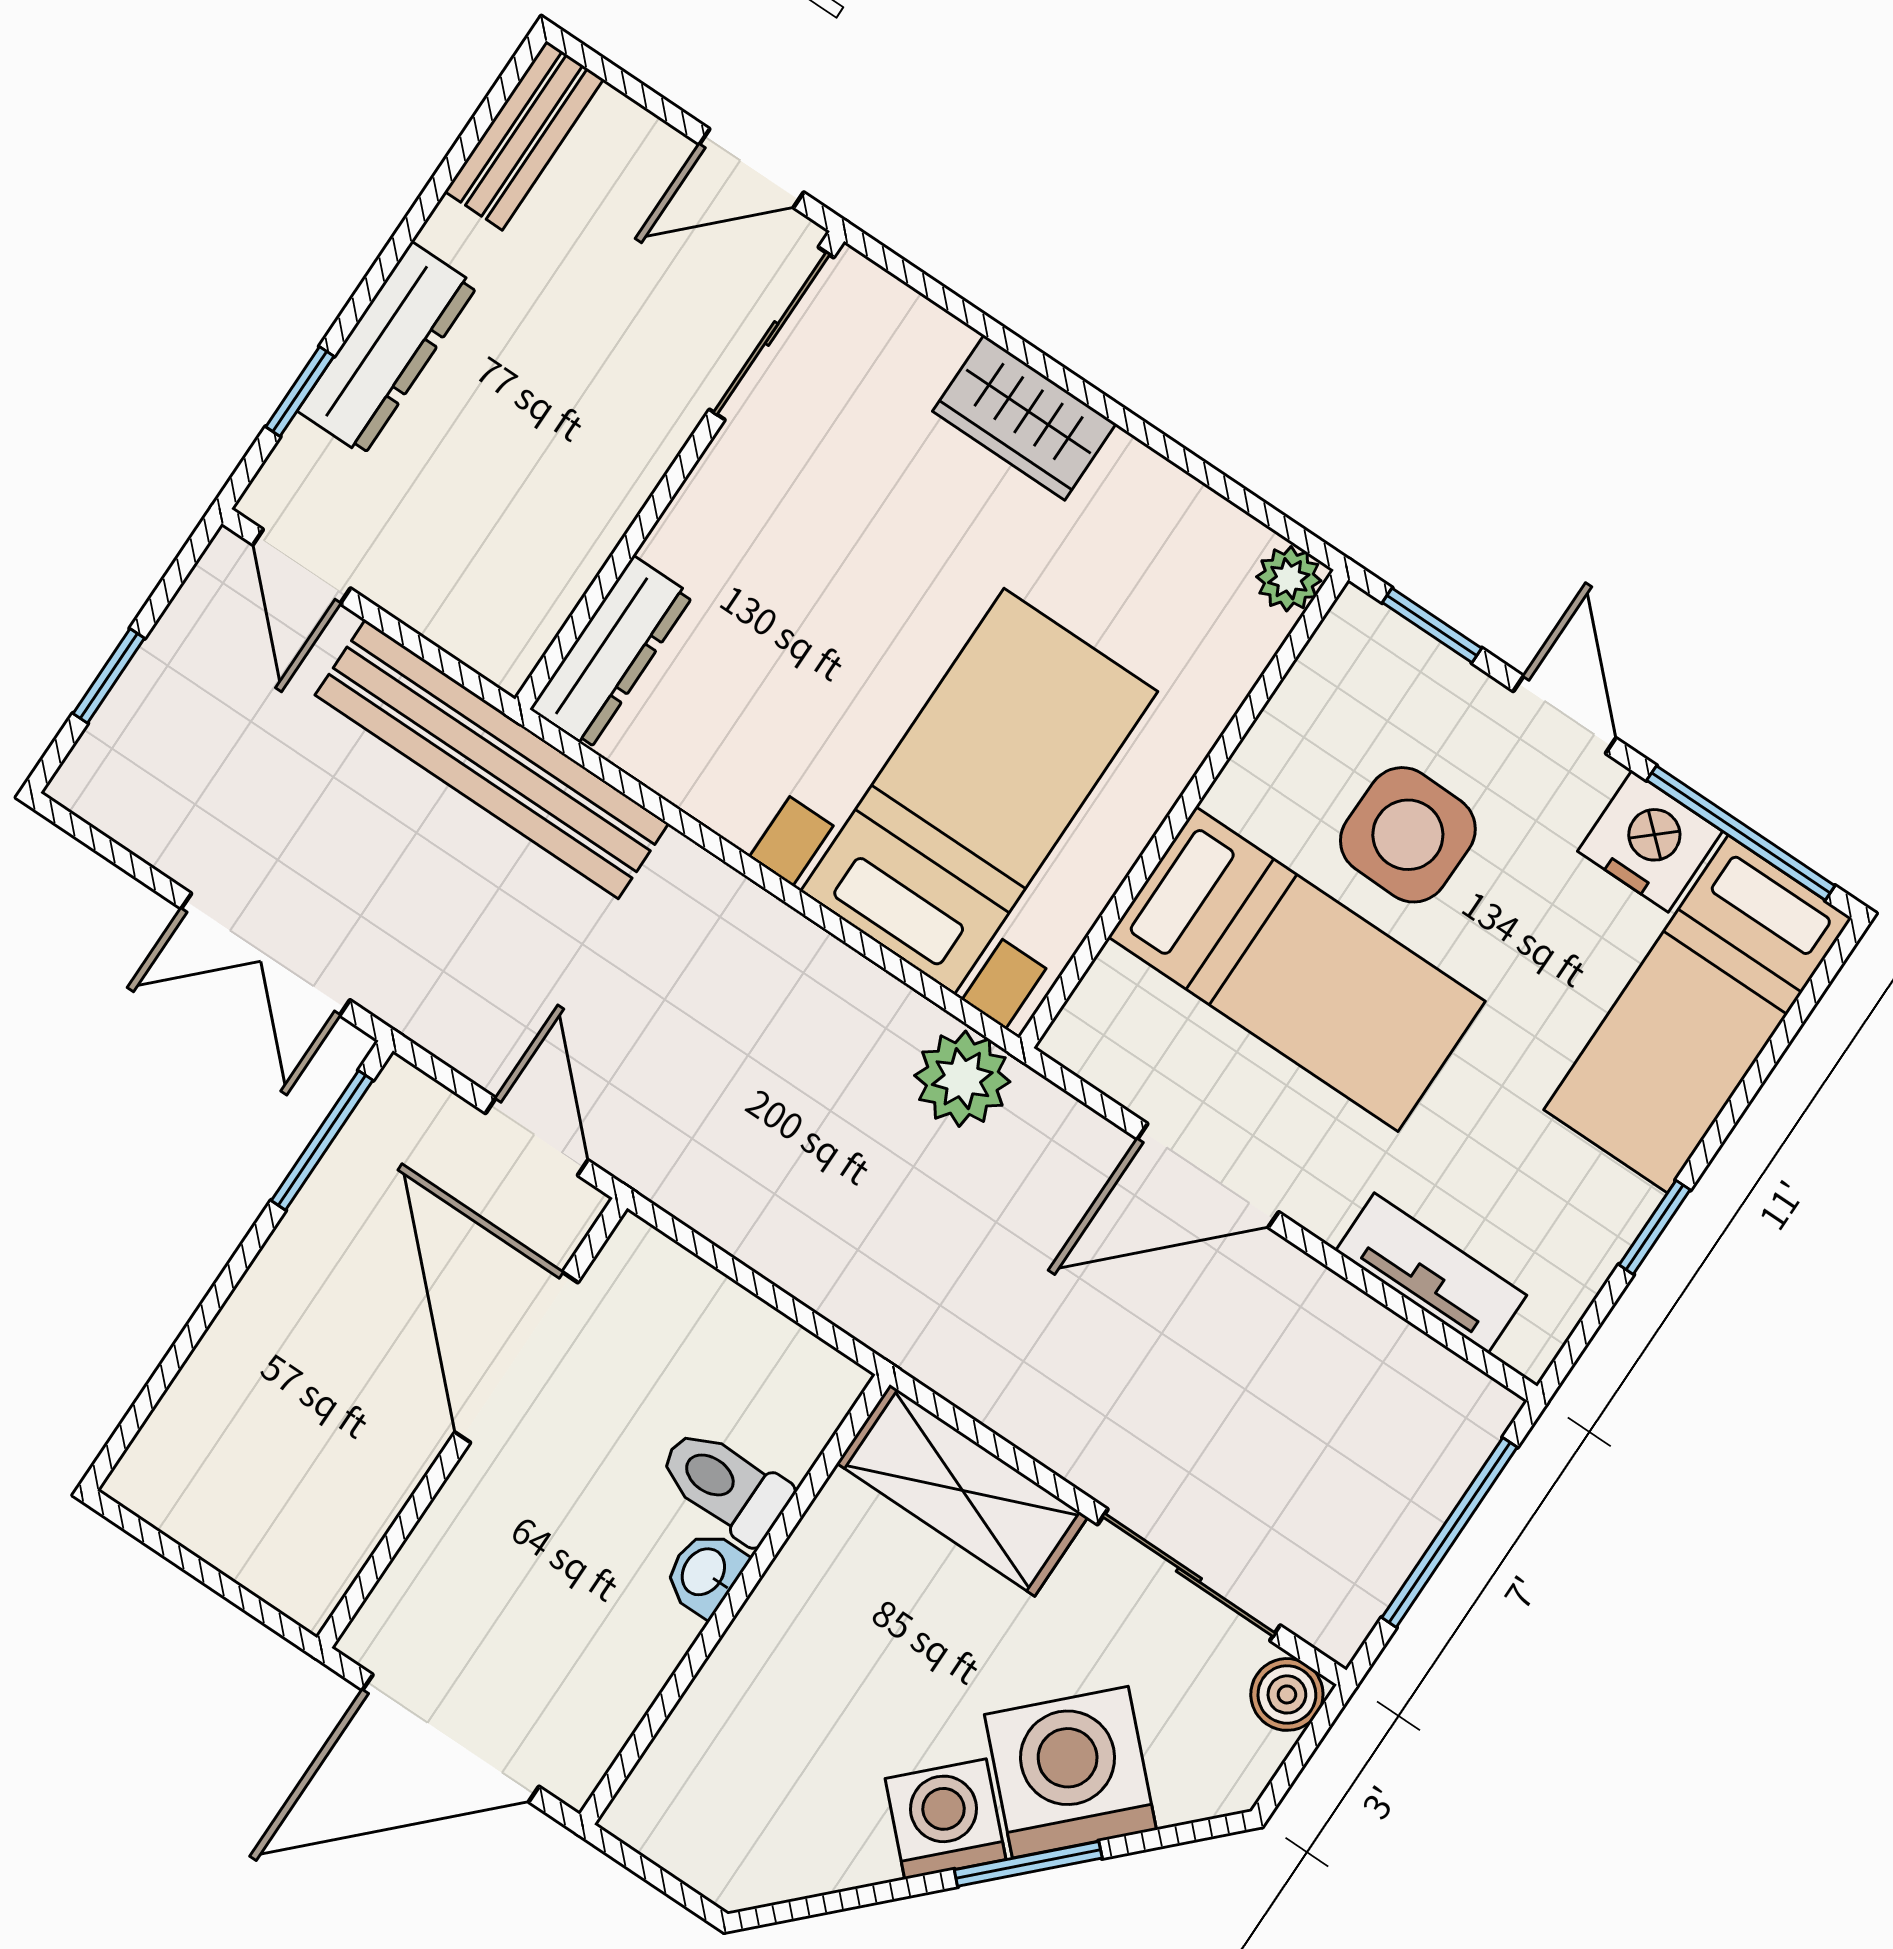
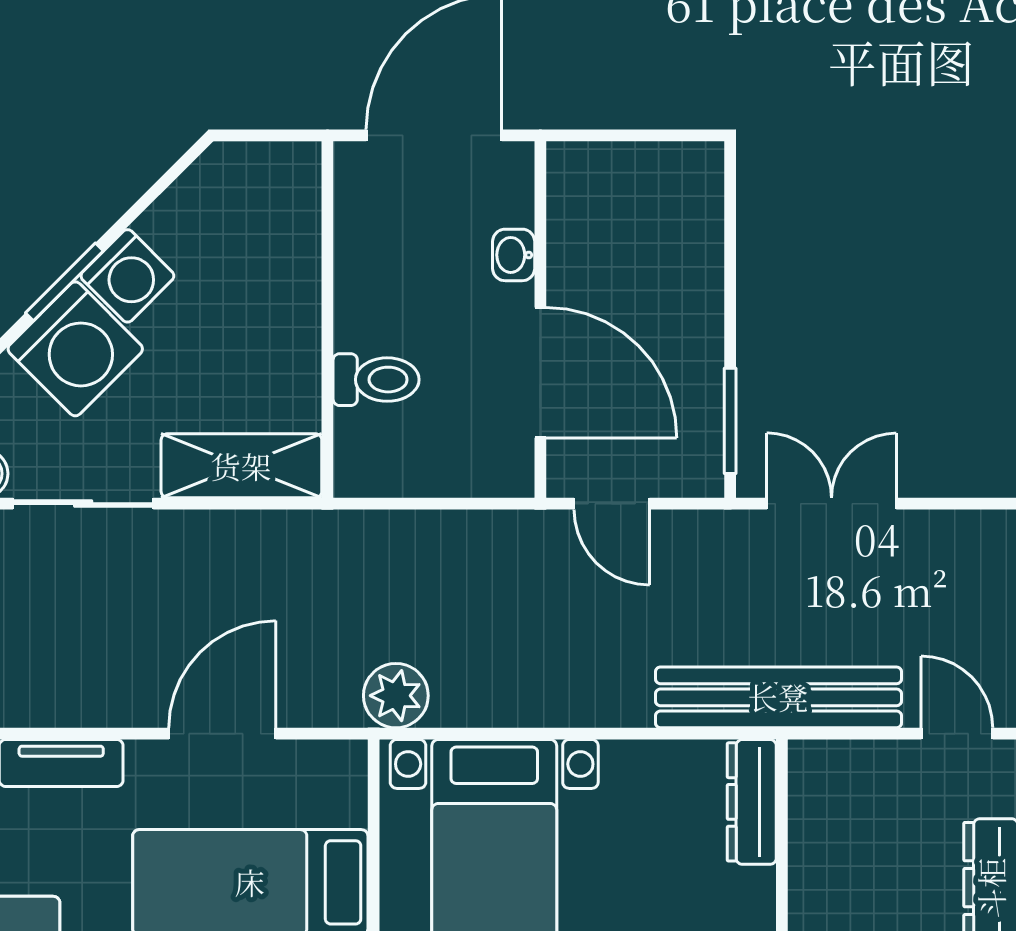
washbasin: (705, 1573) -> (514, 255), moved, turned 180

